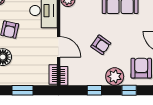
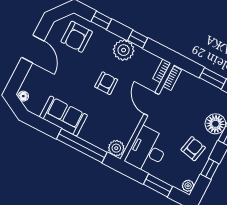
armchair: (101, 45) -> (106, 83), turned 55
plant: (115, 76) -> (124, 50), moved

